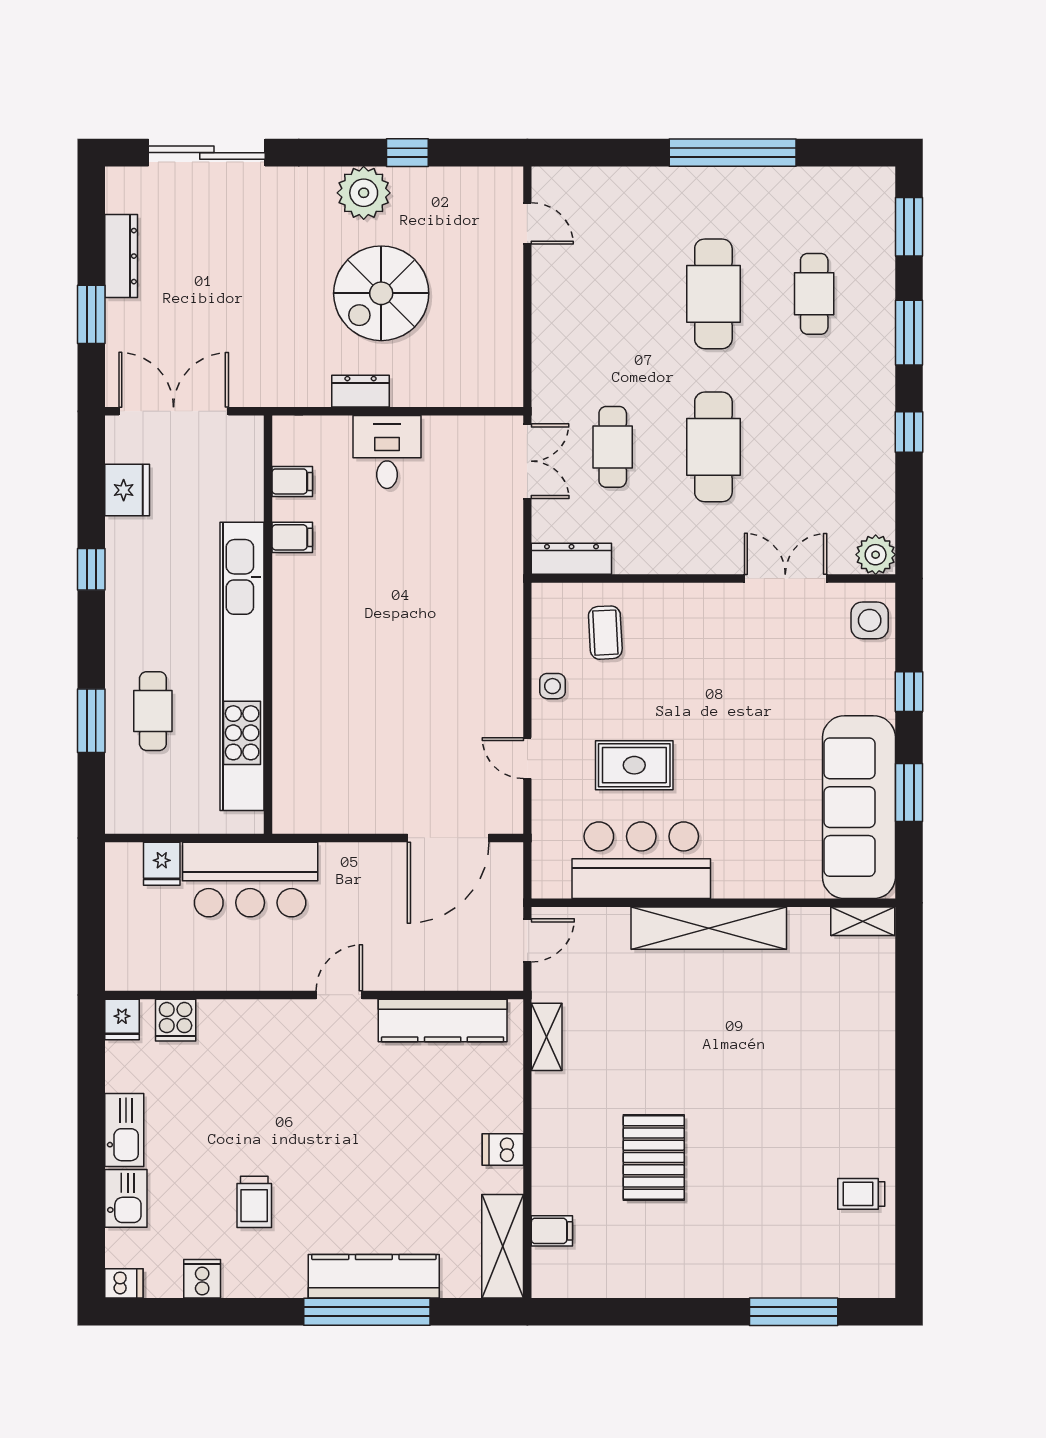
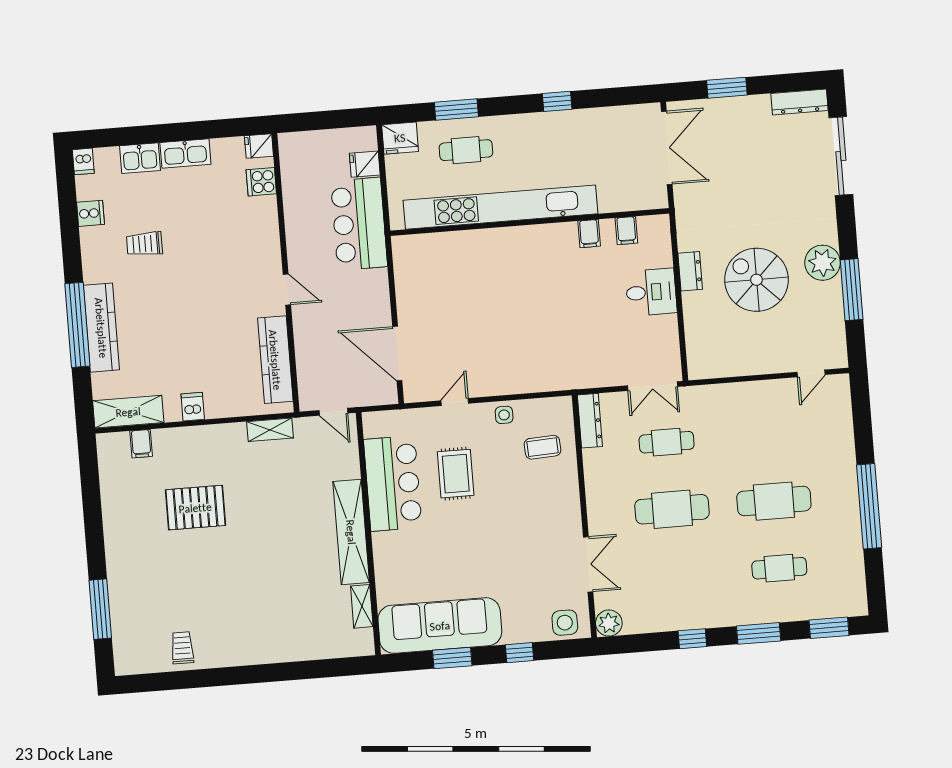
window: (407, 153) -> (852, 290), width x2.17
dresser: (121, 256) -> (799, 102), moved
fridge: (127, 490) -> (400, 138), moved
shelving: (863, 921) -> (362, 606), moved

